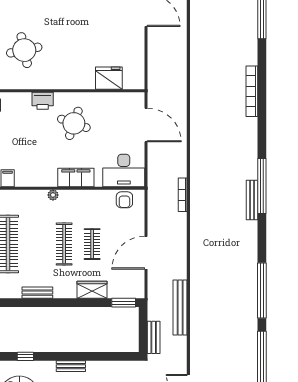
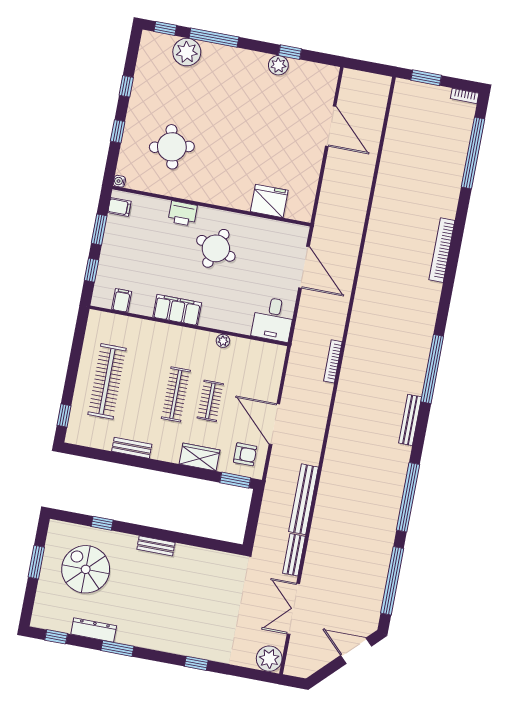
desk: (124, 170) -> (273, 319), width x0.73
filing cabinet: (76, 177) -> (177, 310), moved
plant: (53, 195) -> (223, 341), moved
armchair: (124, 200) -> (245, 454), moved, turned -90
bench: (252, 200) -> (410, 420), moved
door: (146, 253) -> (274, 424), hinge flipped
bench: (154, 337) -> (294, 555), moved

